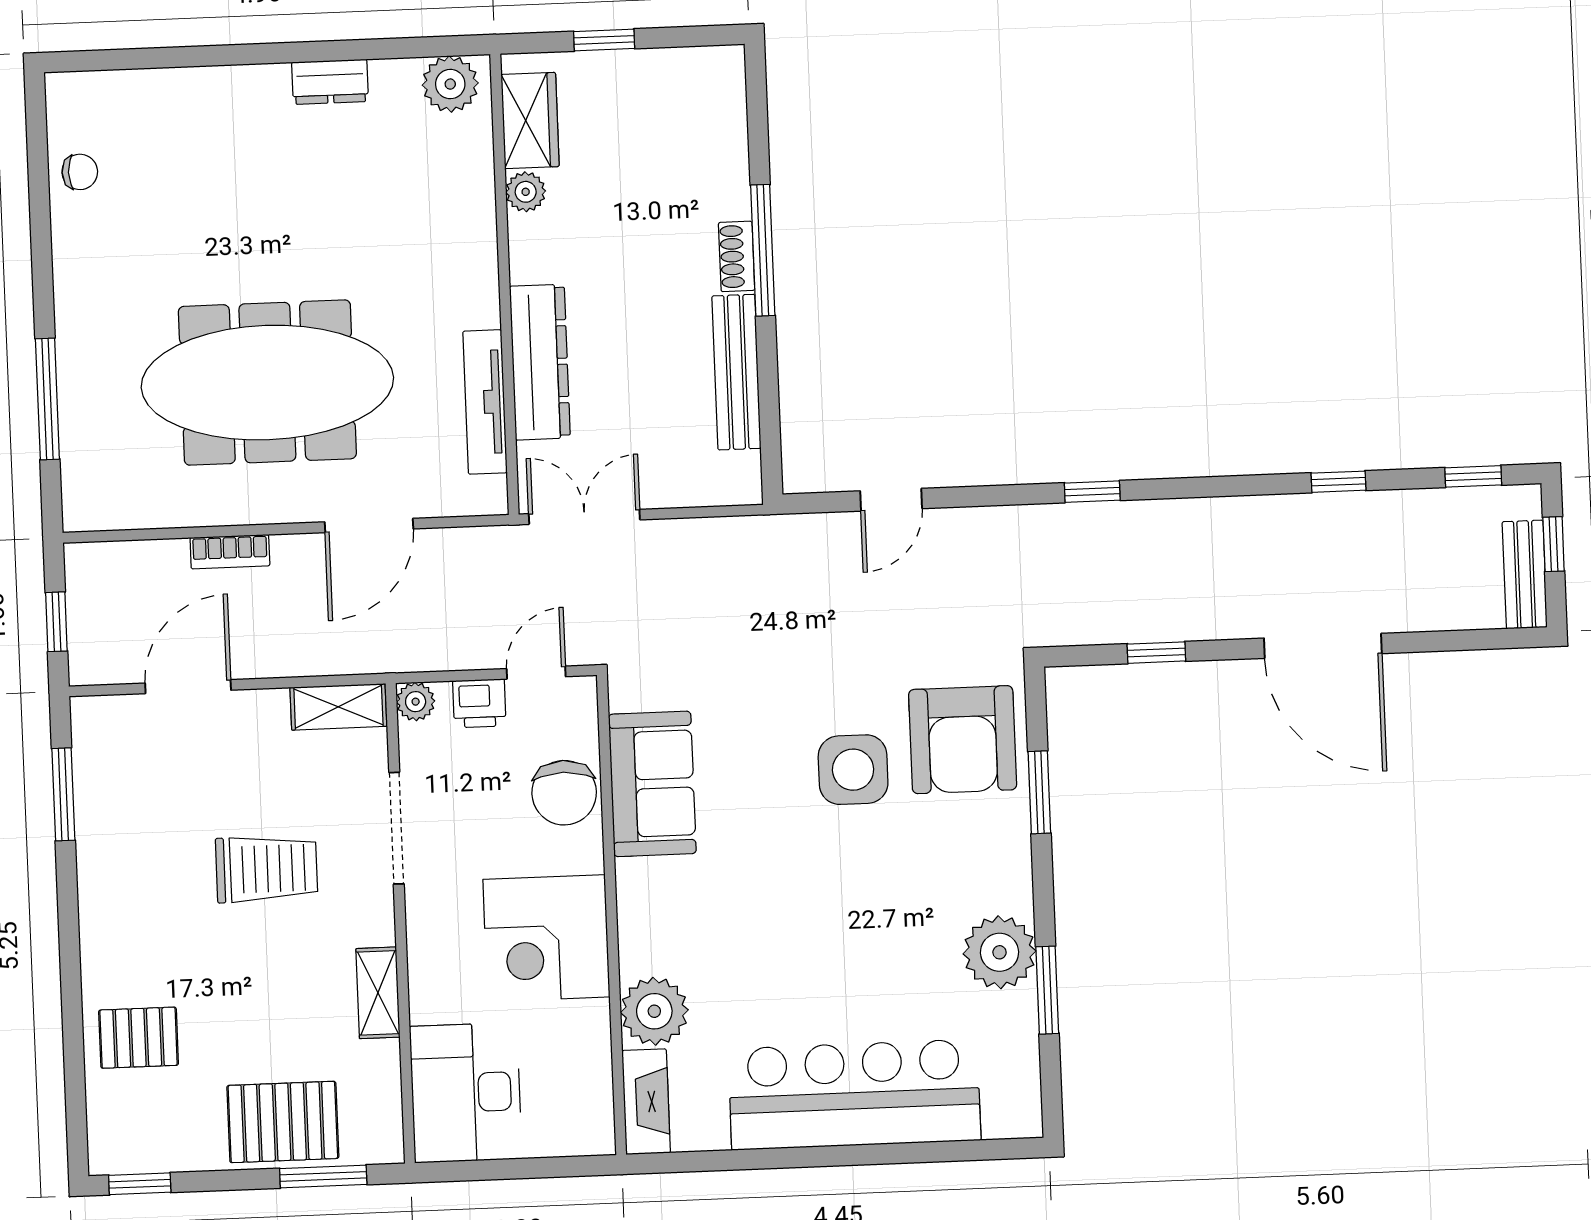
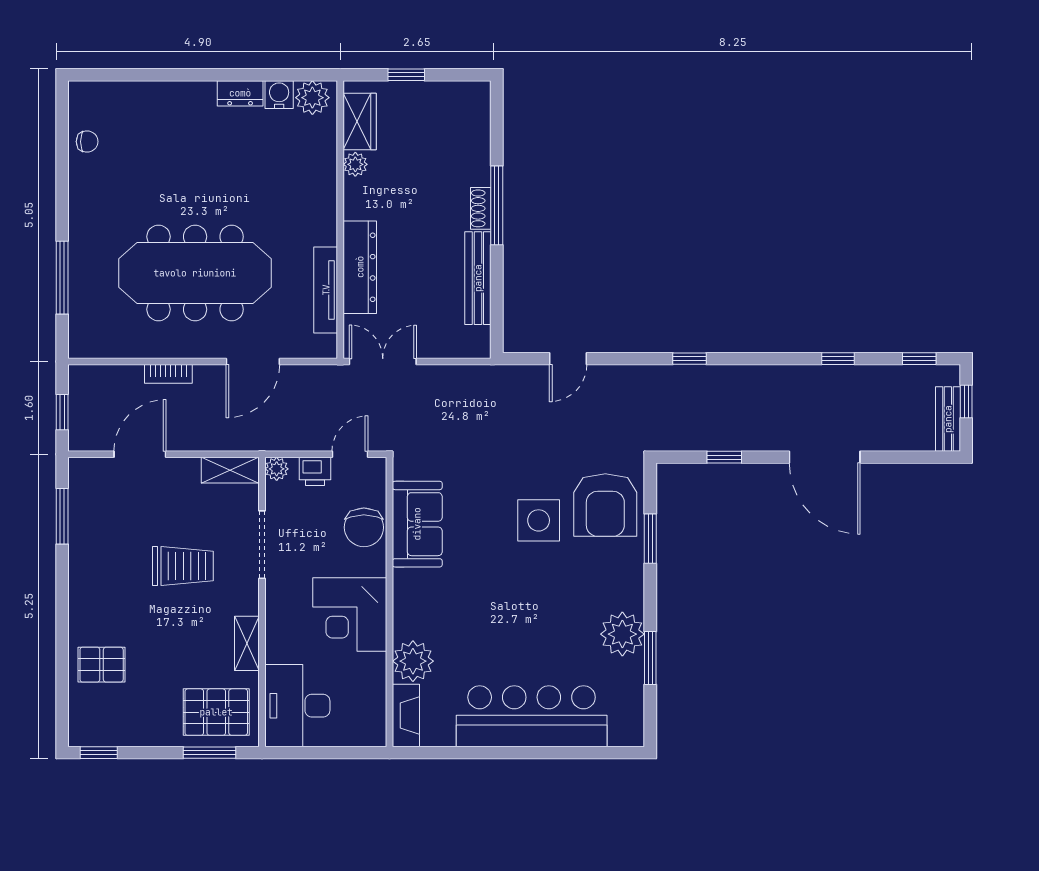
water cooler: (395, 81) -> (279, 95), added
pallet: (283, 1122) -> (216, 712), moved

